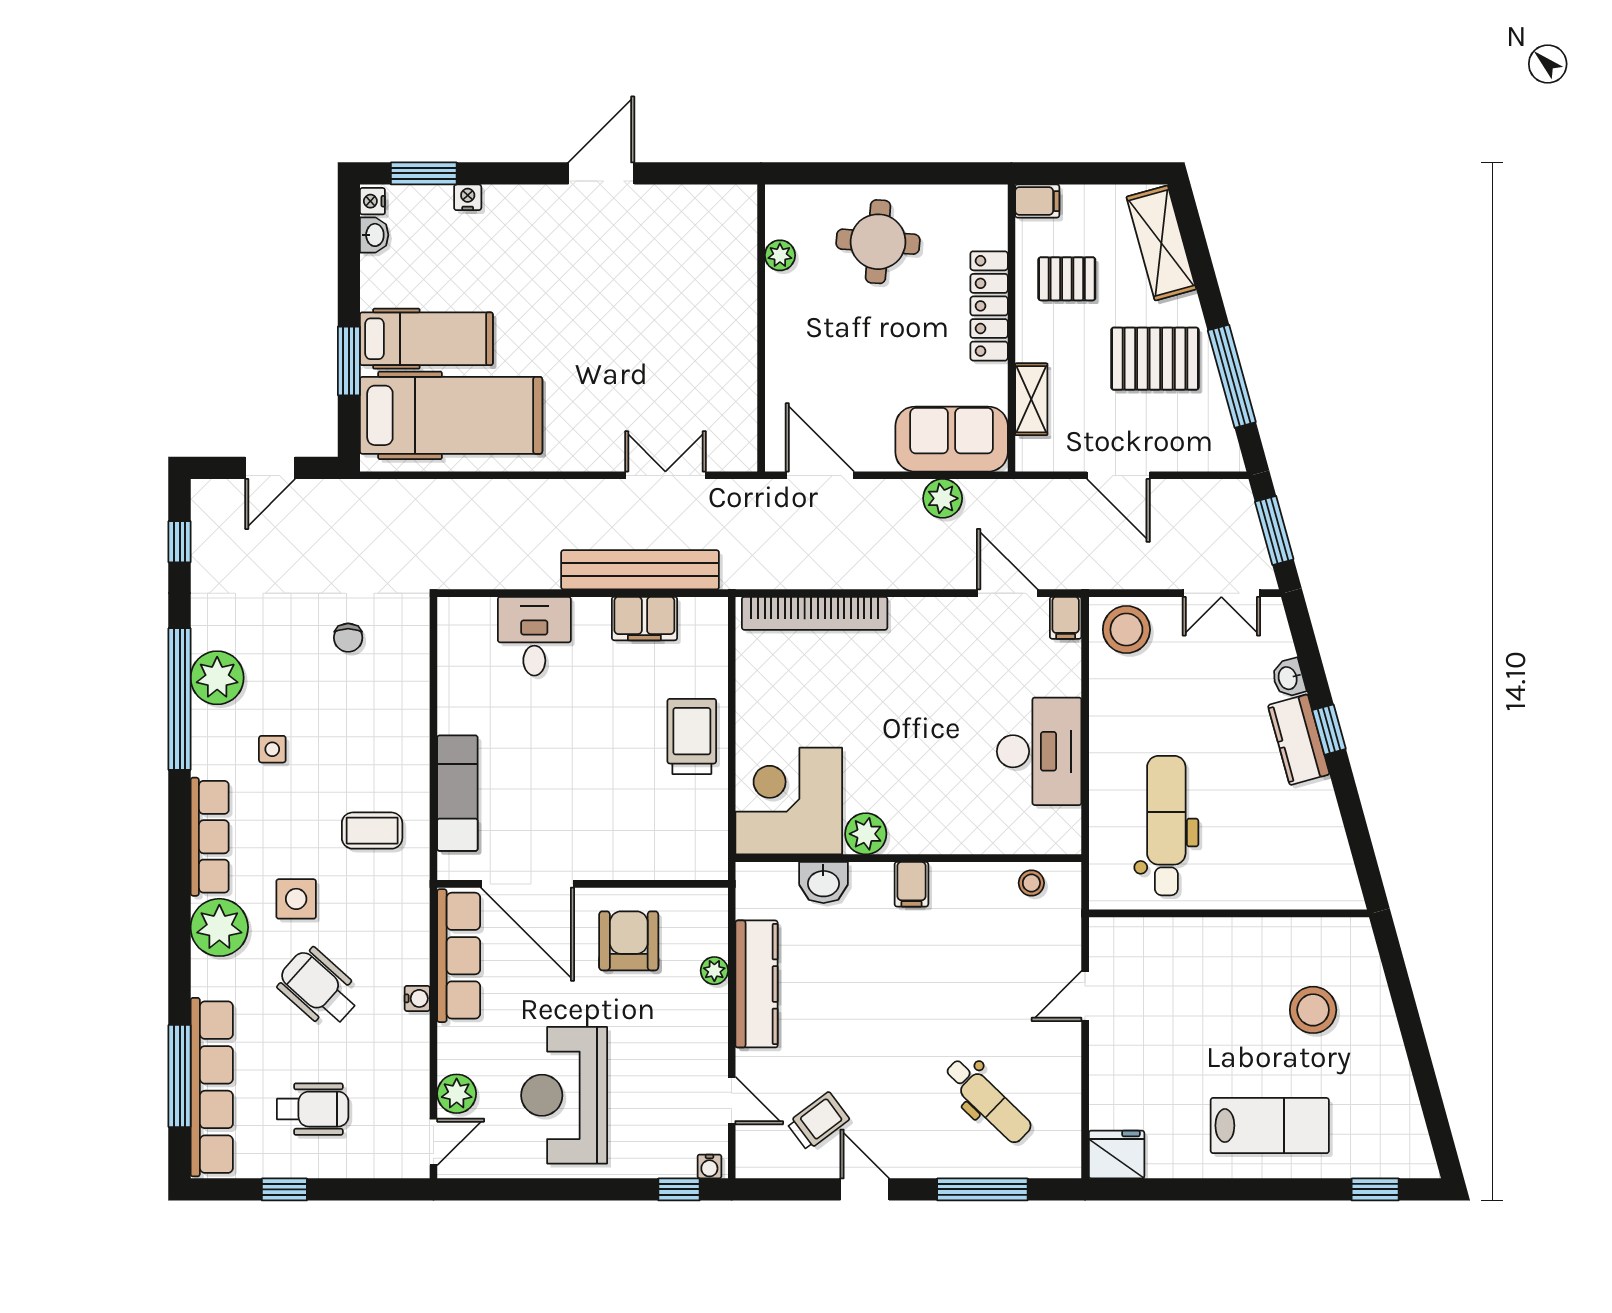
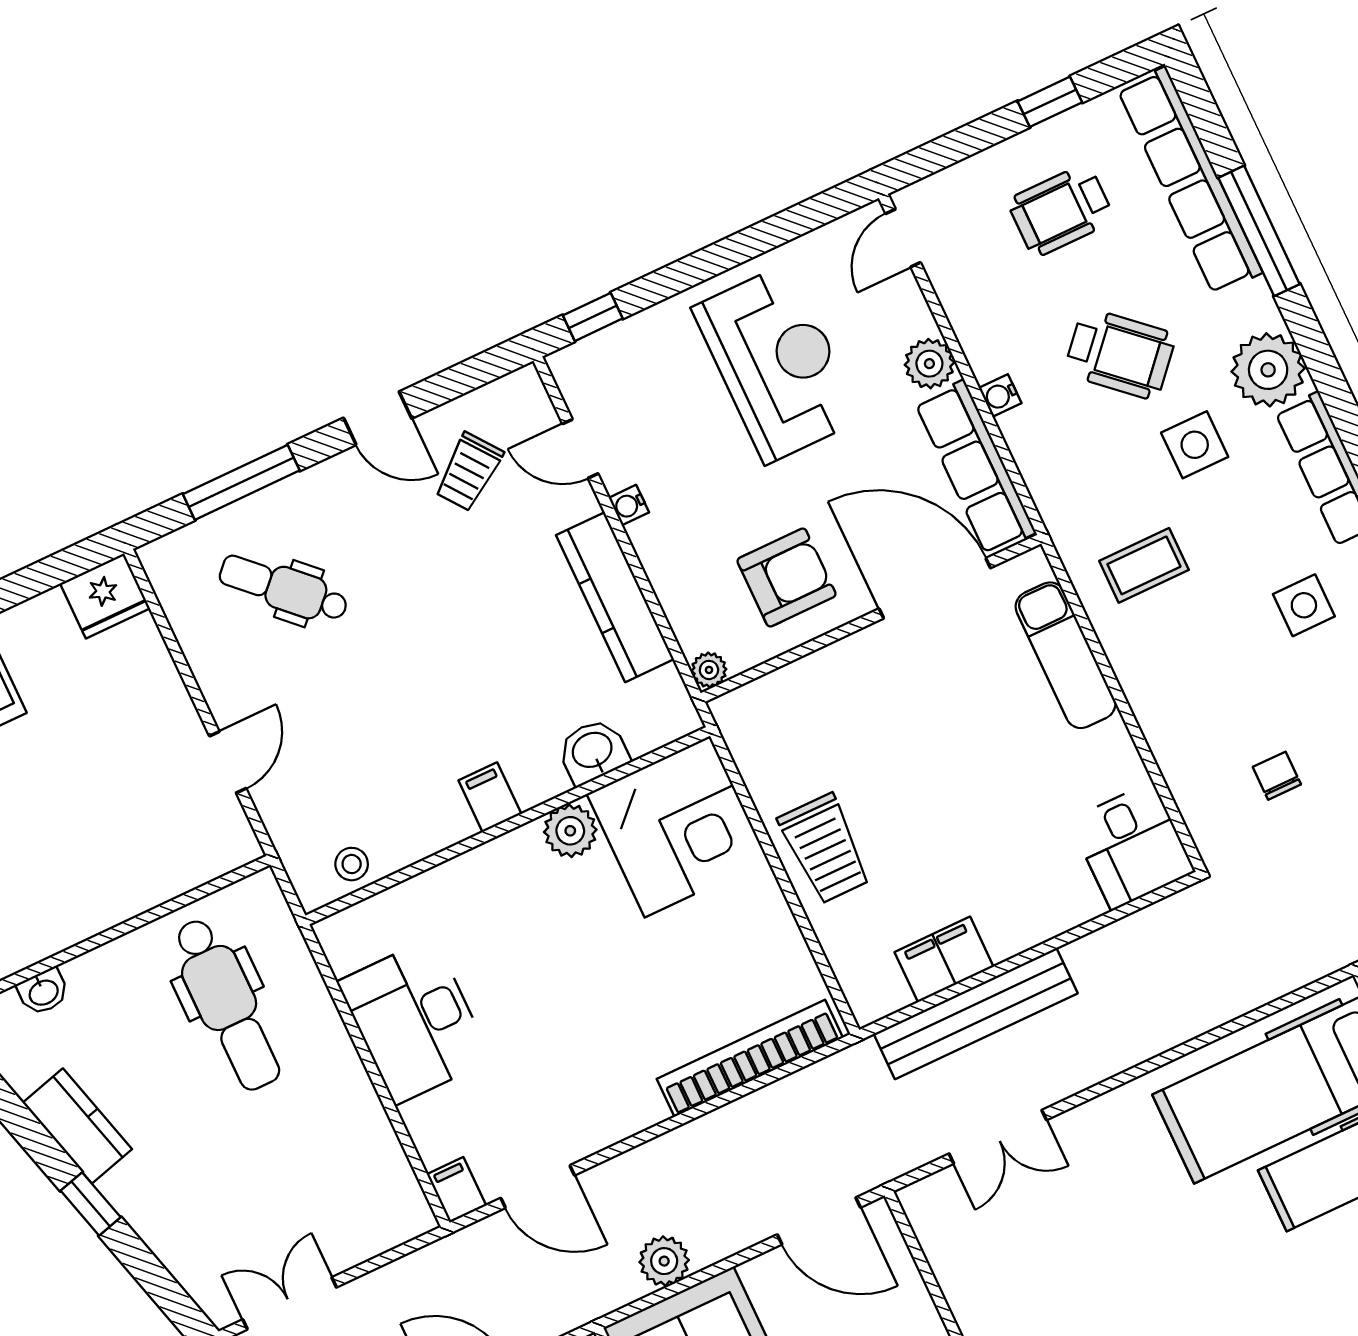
stool: (1126, 630) -> (380, 1209), removed
desk: (534, 636) -> (1132, 846), moved
washbasin: (1288, 678) -> (43, 992), moved, turned 105
kitchen counter: (1299, 740) -> (77, 1126), moved
side table: (272, 749) -> (1304, 605), width x1.37, depth x1.37
armchair: (629, 941) -> (787, 578), turned -90
plant: (714, 971) -> (709, 670), moved
window: (180, 1076) -> (1259, 231), moved
plant: (457, 1094) -> (929, 364), moved
water cooler: (709, 1166) -> (629, 505), moved, turned -90

